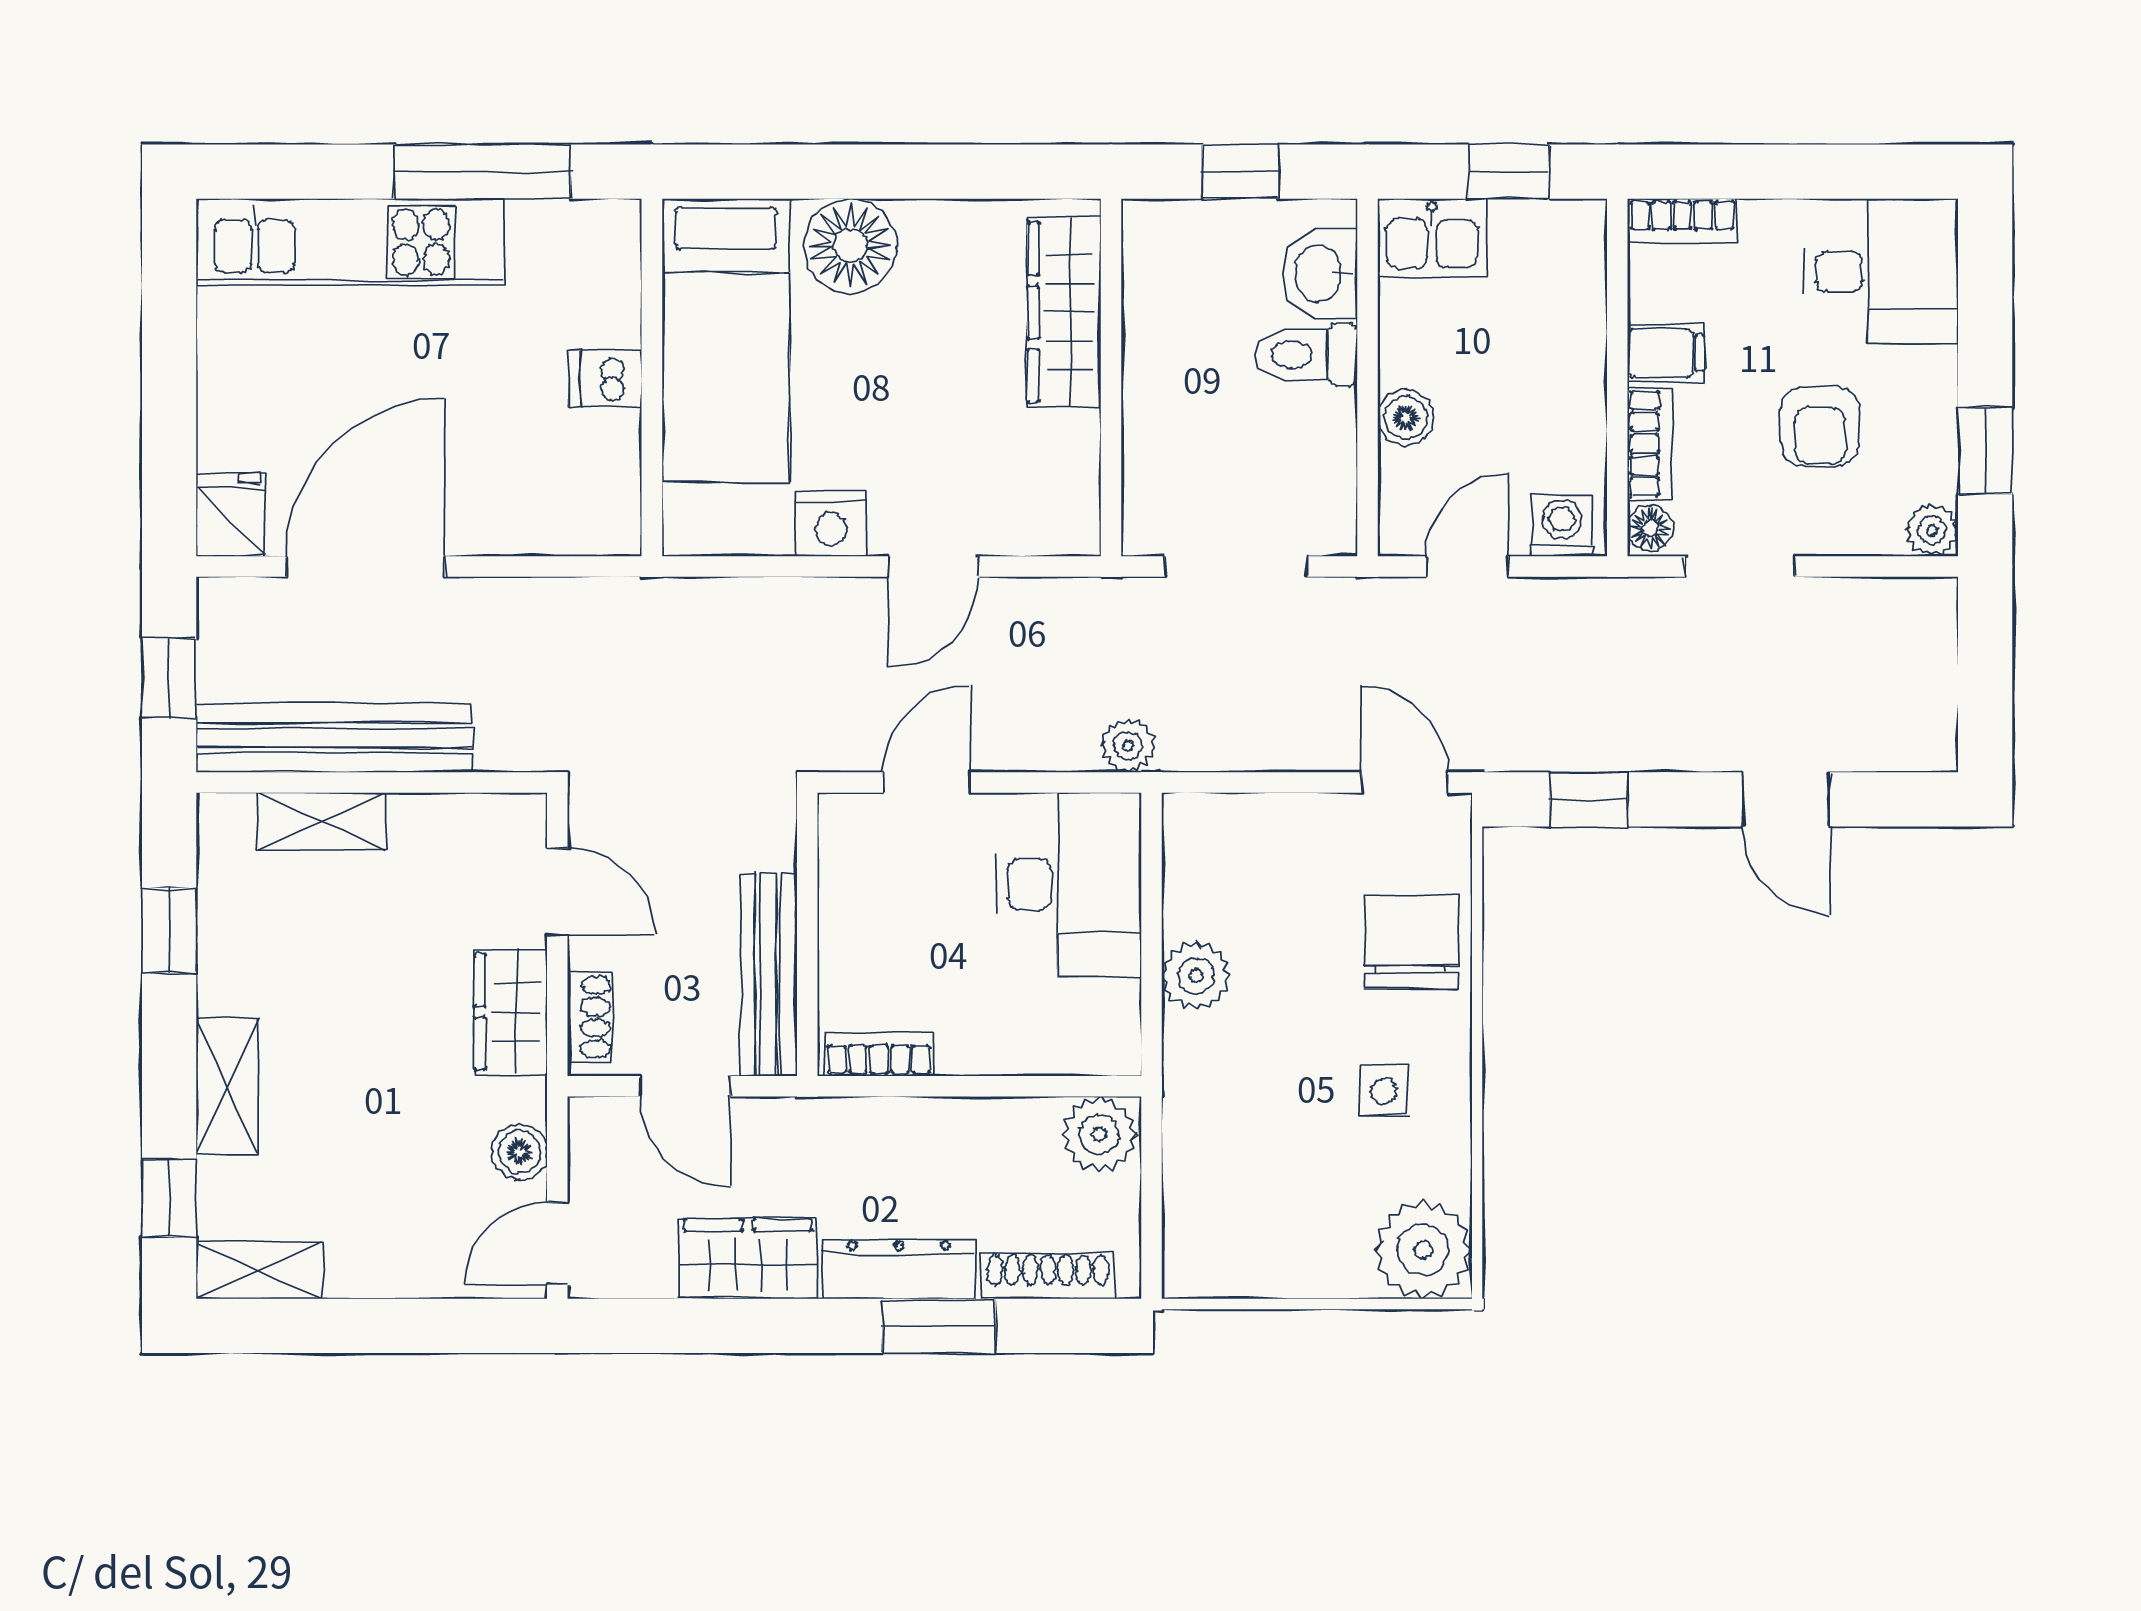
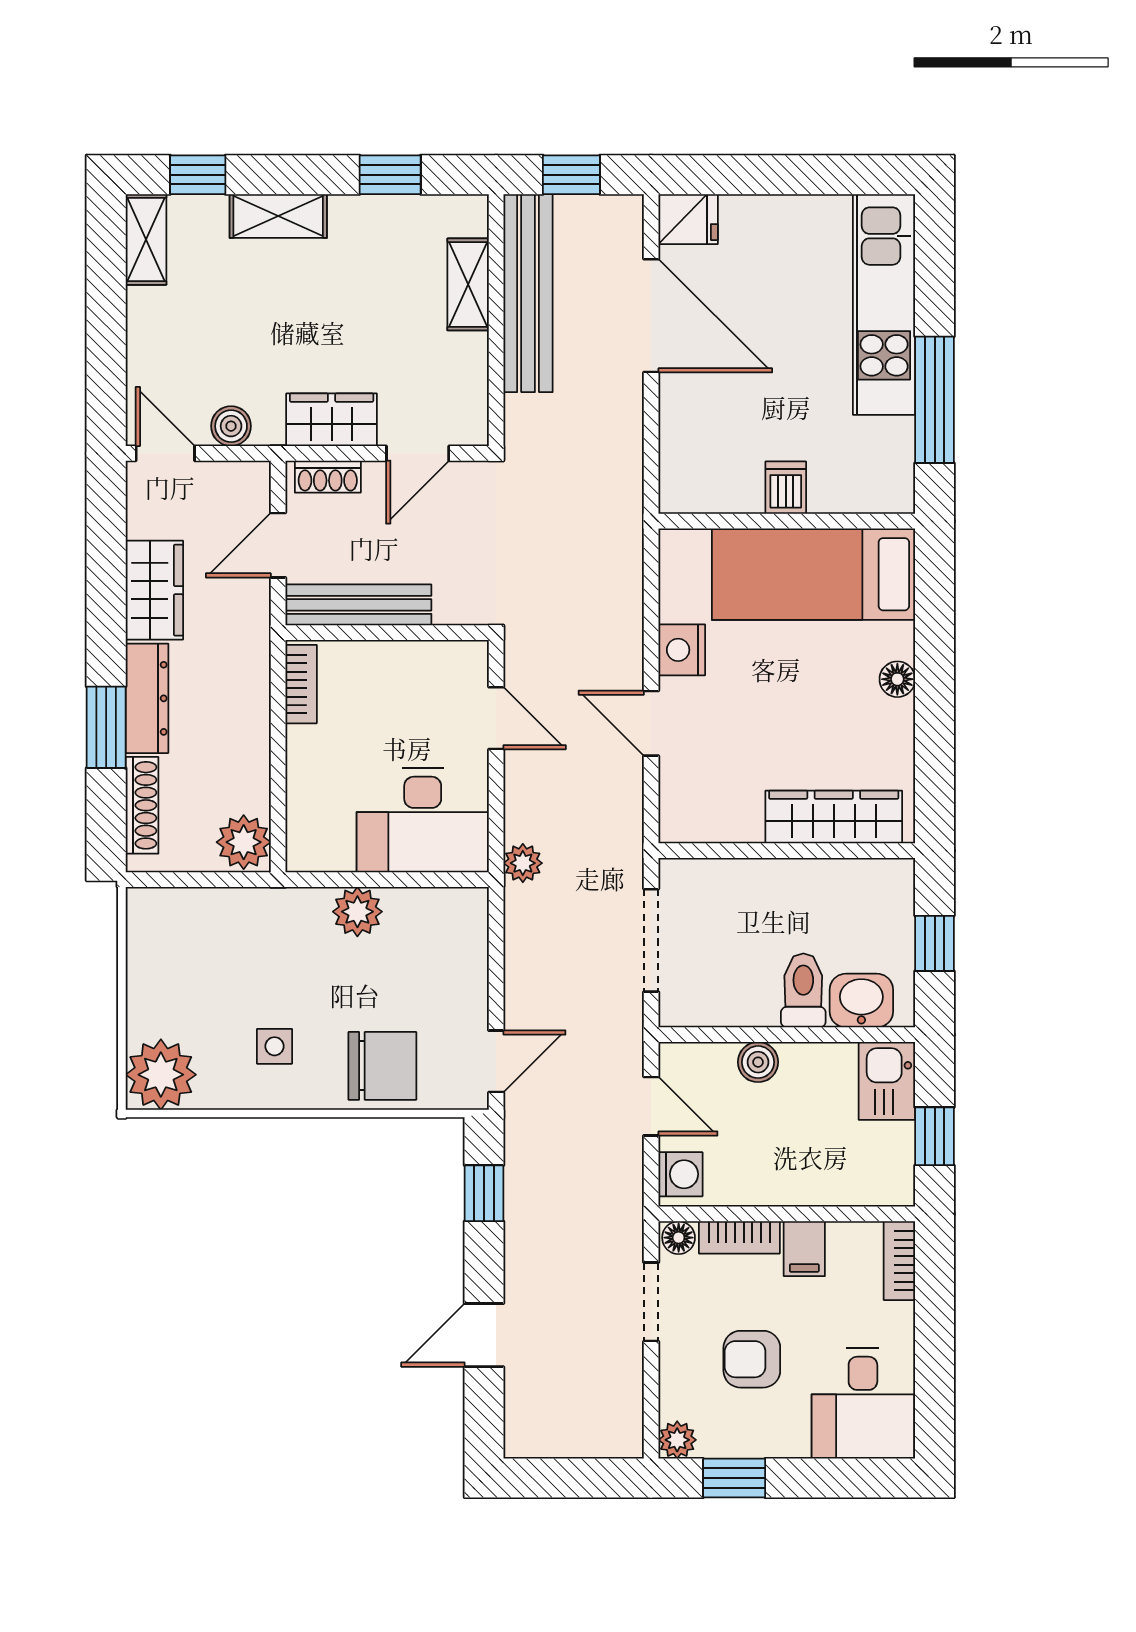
floor lamp: (850, 245) -> (897, 679), width x0.53, depth x0.53

